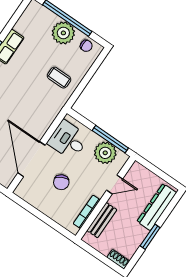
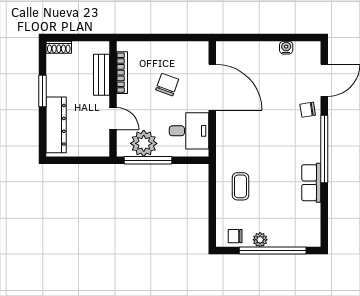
plant: (63, 33) -> (260, 240), width x0.53, depth x0.53
coffee table: (59, 78) -> (240, 186), turned 90
chair: (61, 182) -> (167, 85), turned 48
door: (115, 185) -> (113, 119), swing flipped

